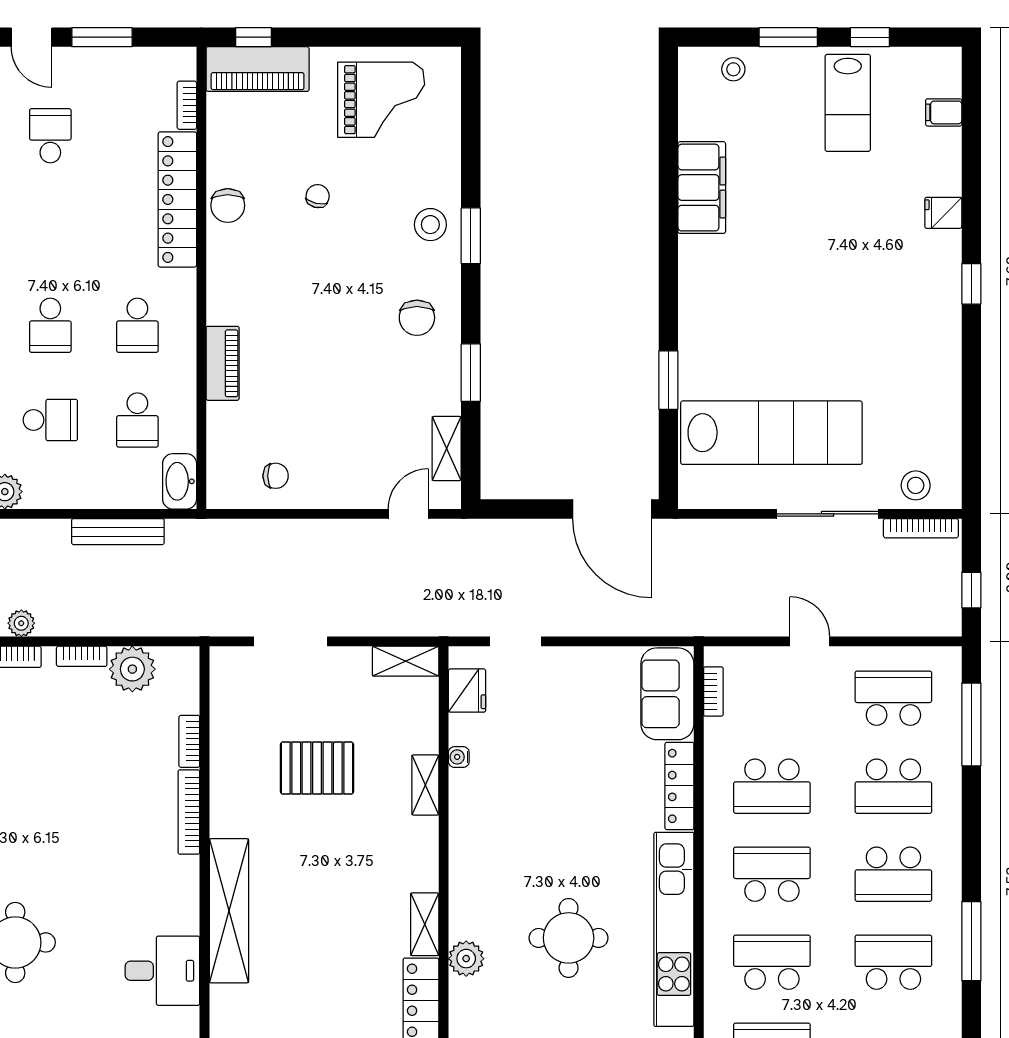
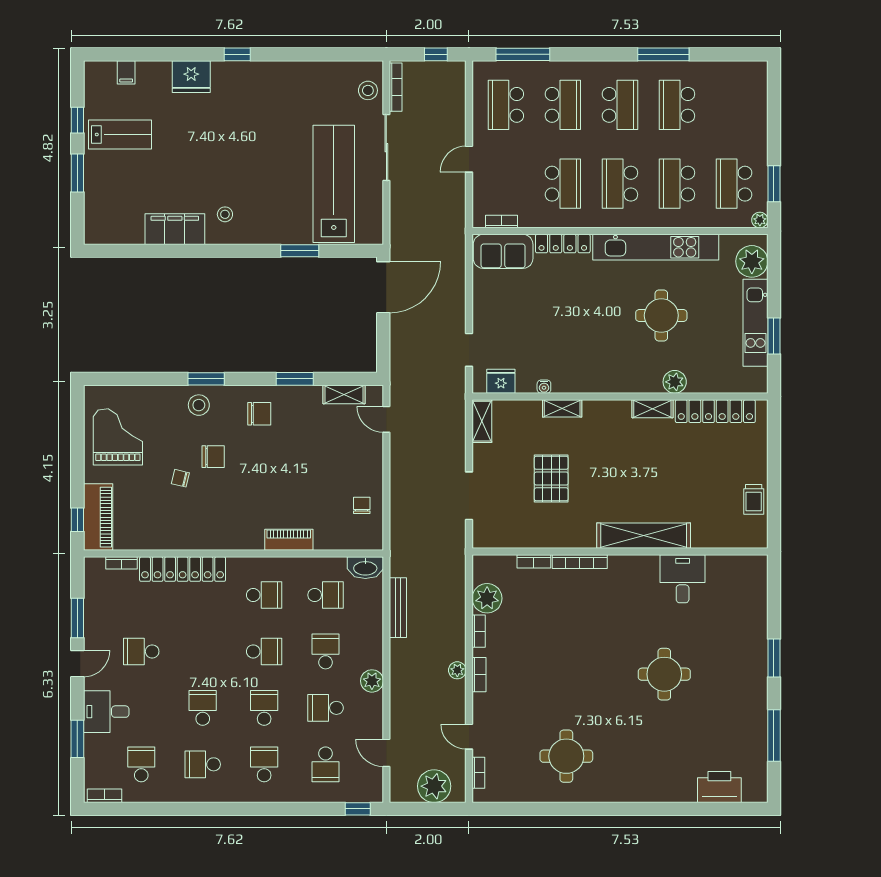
stool: (733, 69) -> (225, 214), moved
chair: (228, 205) -> (213, 457), moved
fridge: (943, 213) -> (191, 77), width x1.88, depth x1.34

